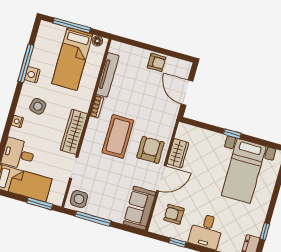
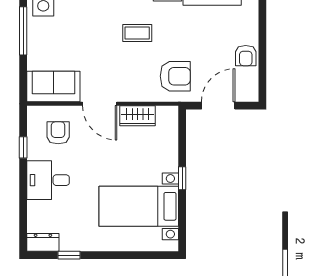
coffee table: (118, 136) -> (137, 33), width x0.54, depth x0.58
armchair: (150, 150) -> (175, 76), moved

